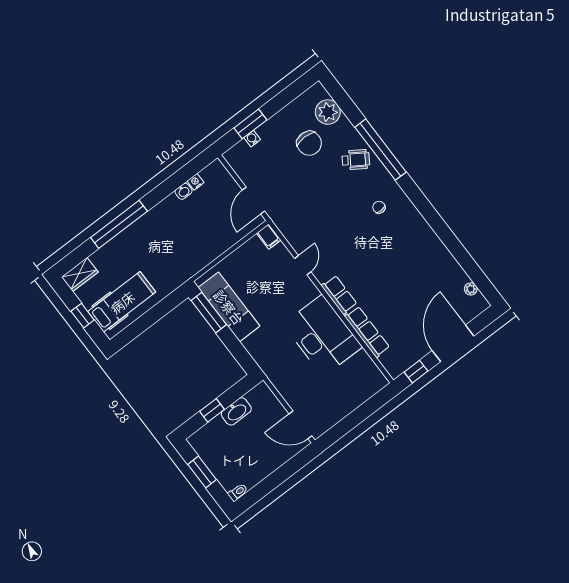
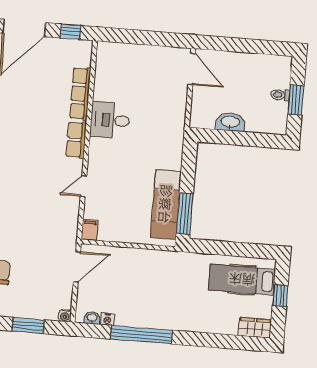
water cooler: (252, 139) -> (65, 316), moved
washbasin: (183, 191) -> (92, 318), moved
window: (119, 224) -> (141, 335), moved
desk: (323, 336) -> (110, 120), width x0.53, depth x0.77
window: (212, 410) -> (248, 139), removed
toilet: (238, 492) -> (280, 95), moved

